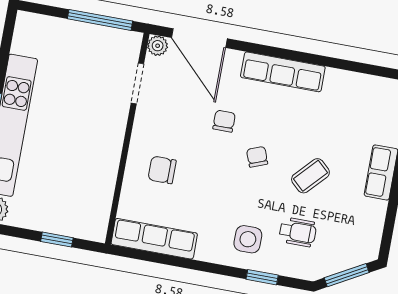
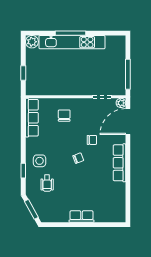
coffee table: (310, 176) -> (74, 184), removed

